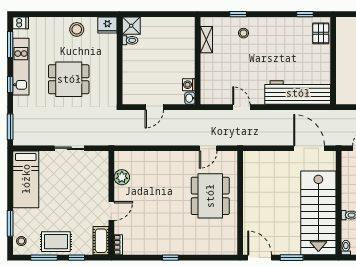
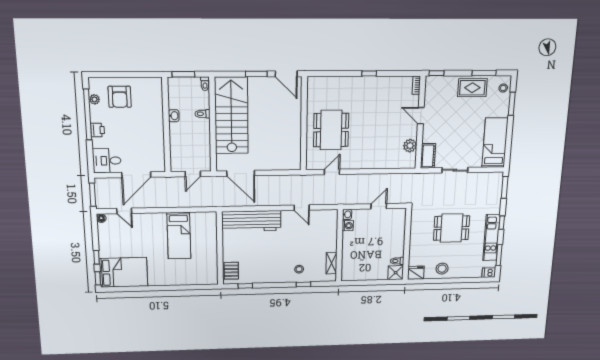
door: (111, 211) -> (421, 116), hinge flipped
cot: (101, 241) -> (428, 156), moved
window: (76, 258) -> (436, 73), moved

